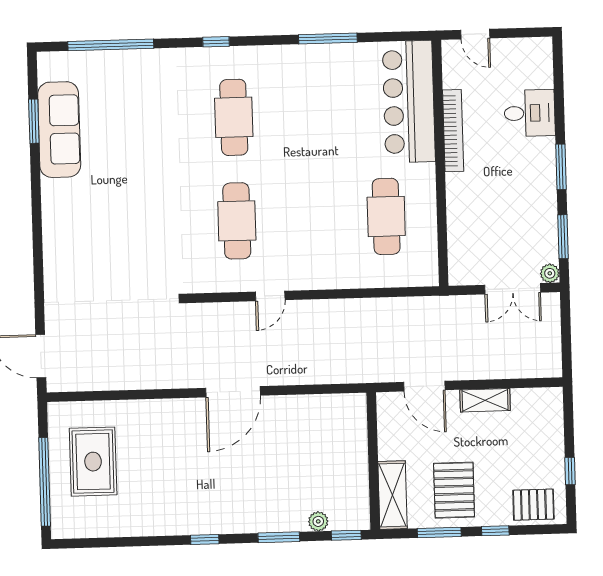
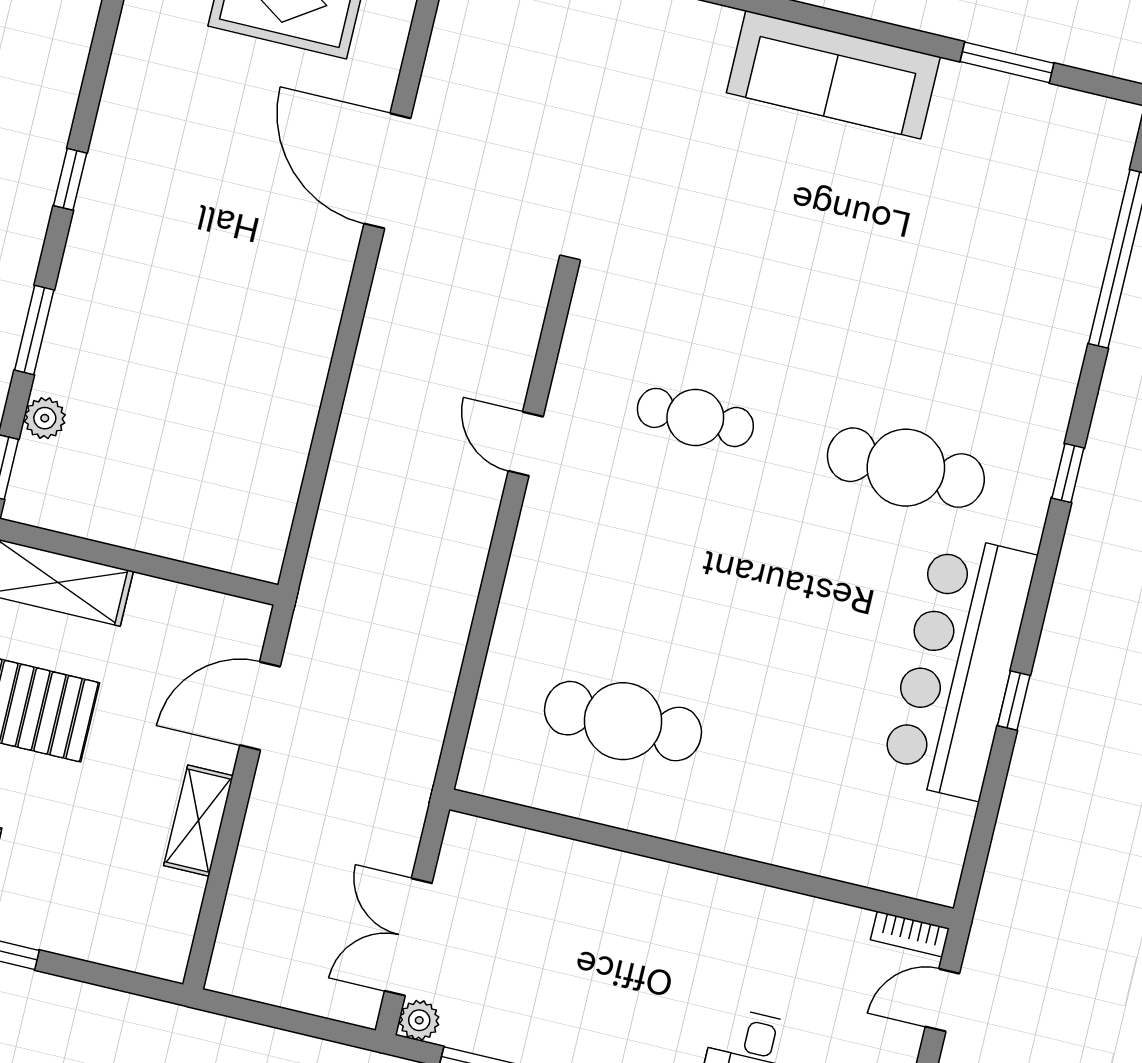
window: (328, 38) -> (1014, 700), width x0.46
bar counter: (409, 102) -> (958, 667), moved, turned -90
sofa: (59, 130) -> (833, 75), moved
bookcase: (453, 131) -> (910, 934), moved, width x0.43, depth x0.76
cafe table: (237, 221) -> (695, 417), width x0.73, depth x0.74
door: (233, 392) -> (387, 171), moved

